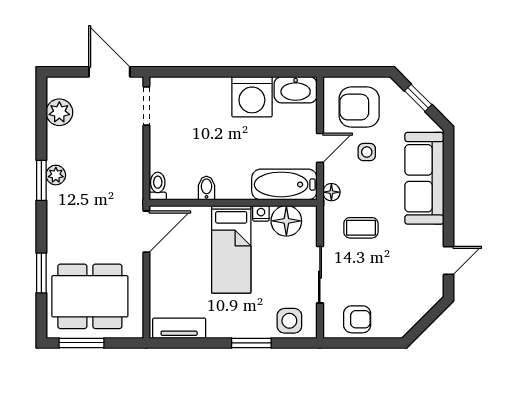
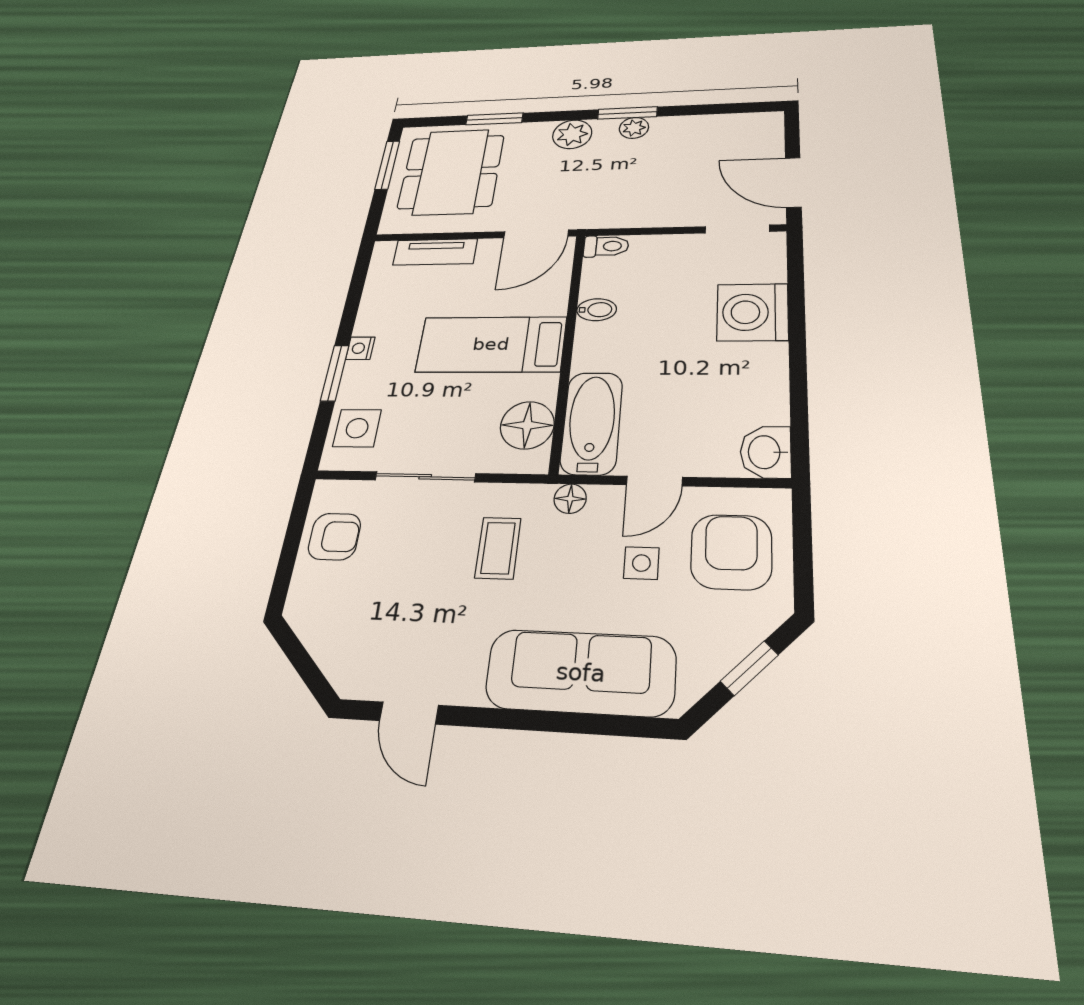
door: (109, 72) -> (793, 182), swing flipped
washbasin: (296, 90) -> (766, 452), width x0.72
washing machine: (252, 97) -> (752, 312), moved
plant: (59, 112) -> (572, 134), moved
door: (320, 148) -> (654, 481), hinge flipped
nightstand: (261, 213) -> (360, 348), moved, turned 180
door: (146, 232) -> (536, 234), hinge flipped
armchair: (357, 319) -> (334, 536), turned -90
tv unit: (179, 328) -> (435, 252), moved, turned 90

